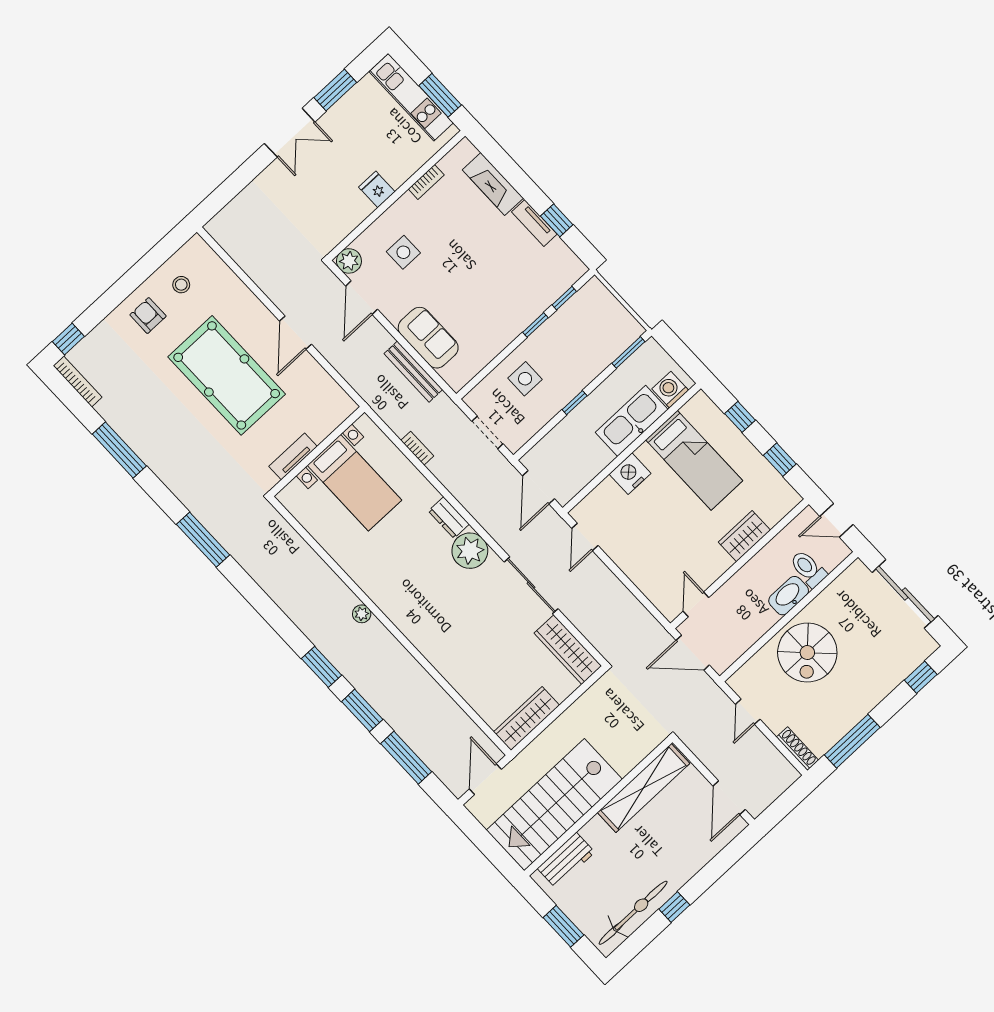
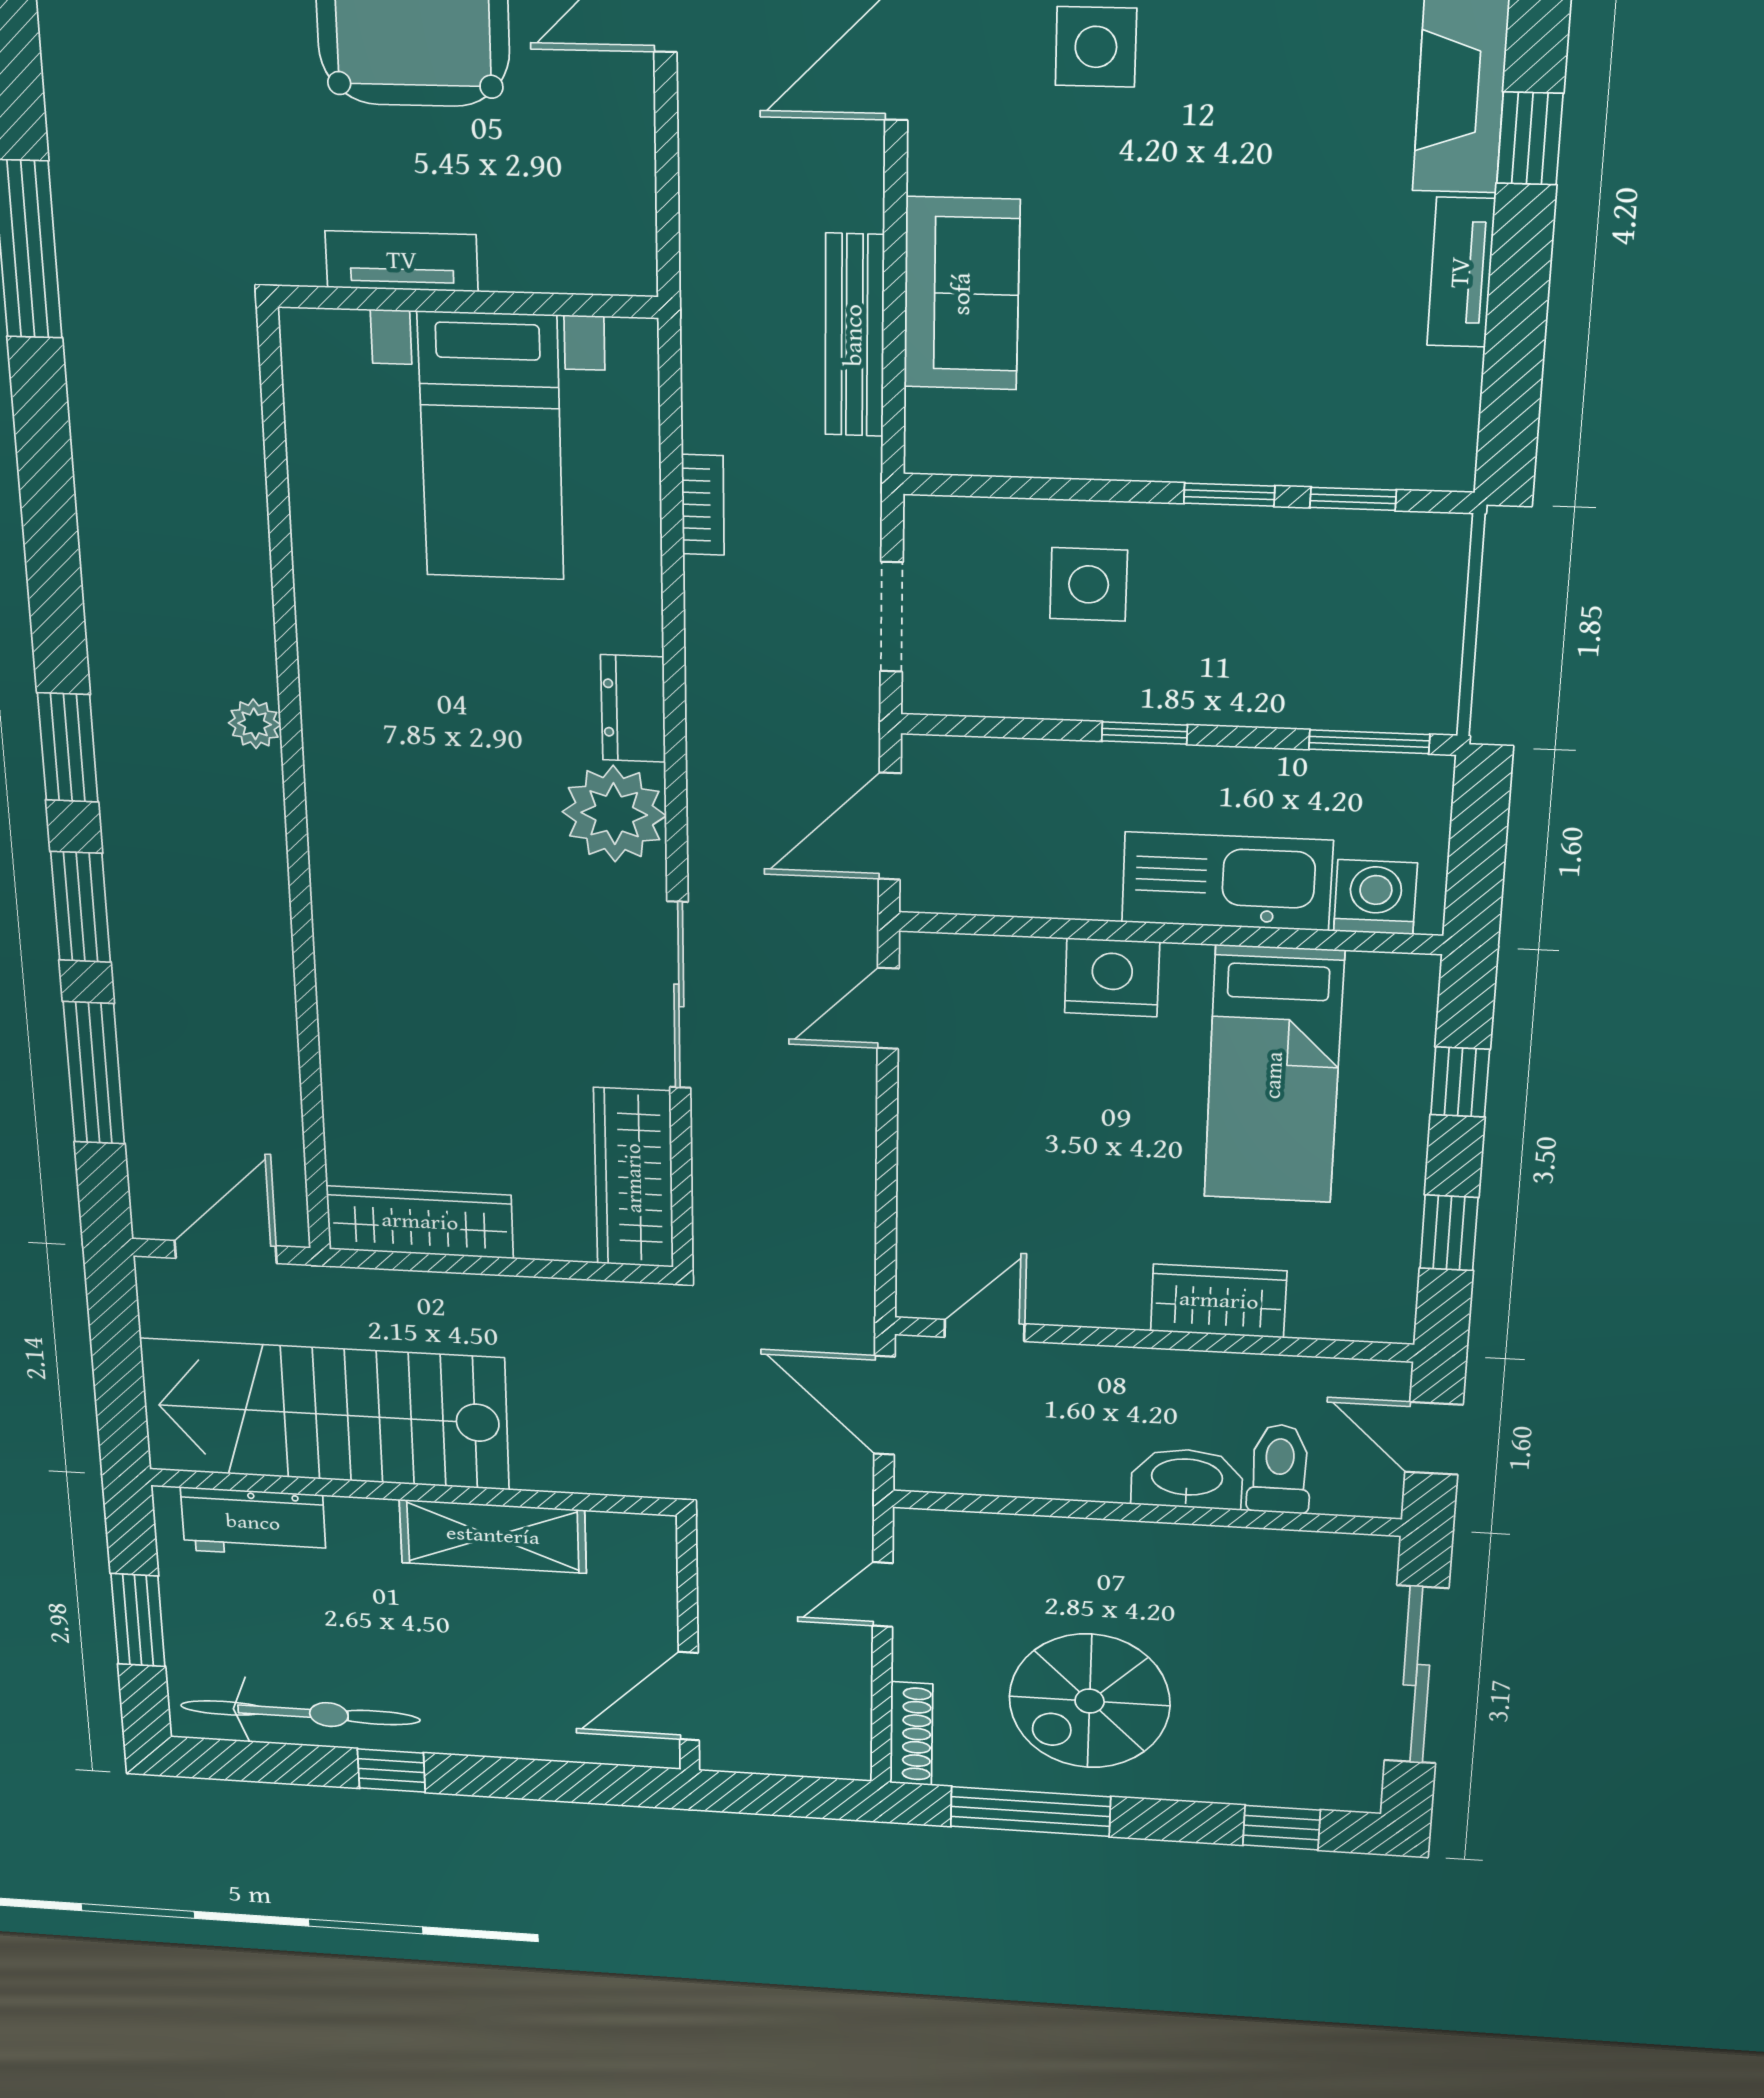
window: (557, 220) -> (1530, 138), moved
spiral stairs: (807, 653) -> (1090, 1701), moved
shelving: (644, 788) -> (493, 1536), width x0.68

